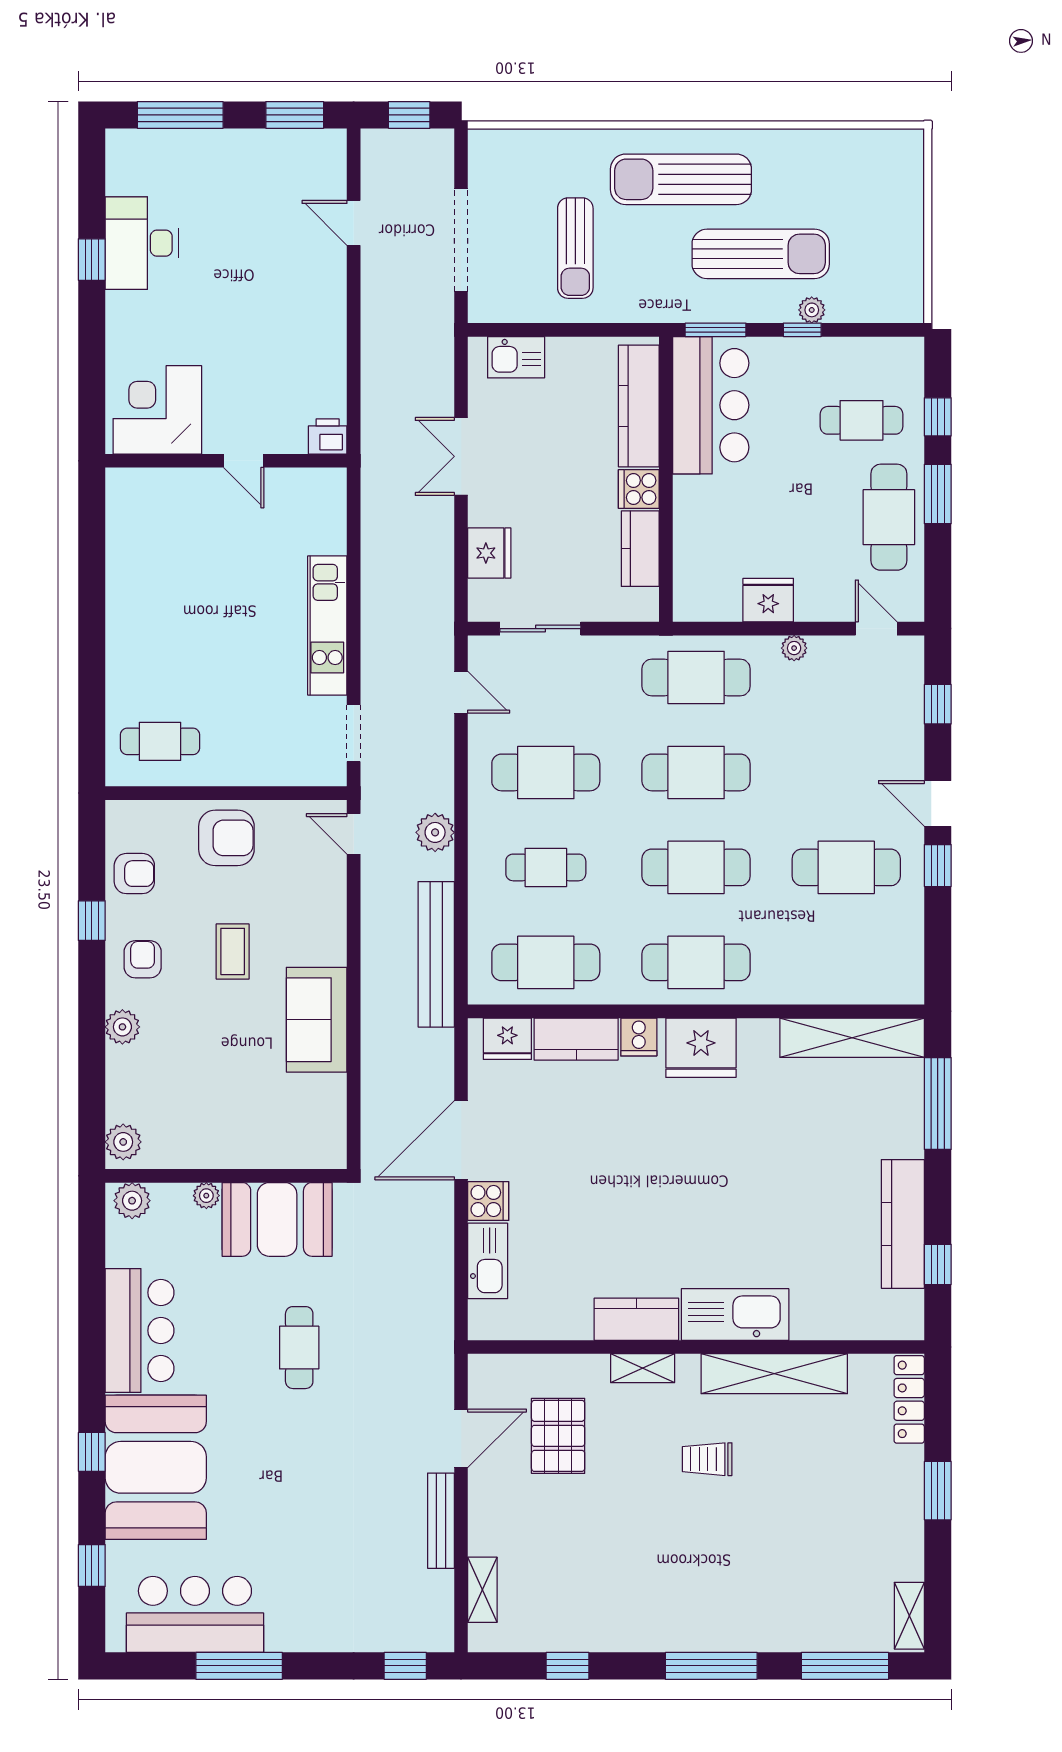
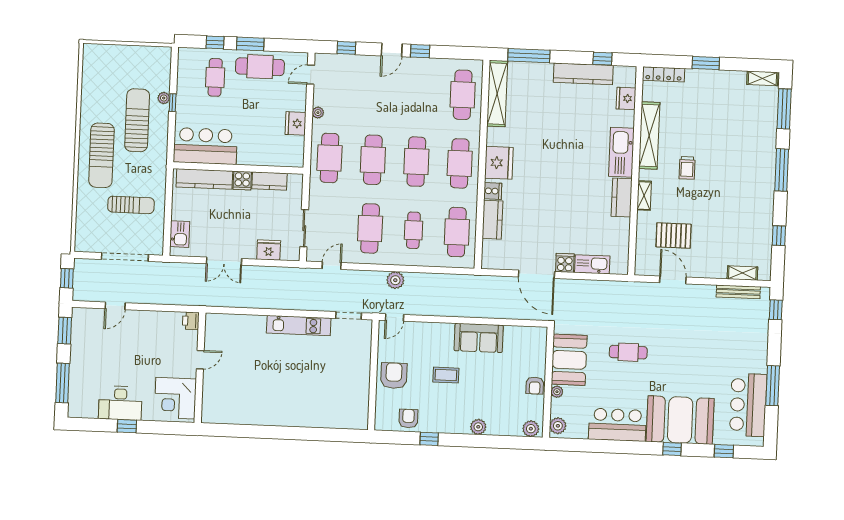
window: (716, 330) -> (171, 142), removed
corner desk: (157, 410) -> (175, 398), moved
printer: (328, 436) -> (191, 321), moved
wall: (226, 461) -> (200, 368), moved
door: (244, 461) -> (200, 360), moved
cafe table: (160, 741) -> (348, 404), removed
cafe table: (846, 867) -> (463, 95), moved
bench: (436, 954) -> (451, 282), removed
armchair: (143, 959) -> (535, 386), moved, turned -90
fridge: (507, 1039) -> (626, 98), moved, turned 180
bench: (441, 1521) -> (738, 292), moved

